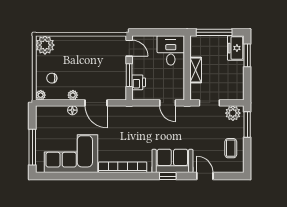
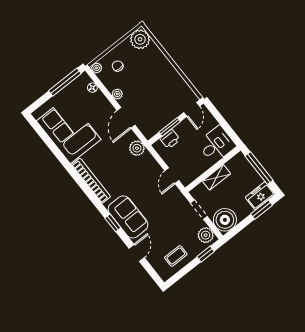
boiler: (233, 89) -> (225, 220), added
floor lamp: (72, 110) -> (92, 88), moved
plant: (126, 113) -> (137, 148), added
window: (247, 124) -> (206, 254), width x0.67
window: (32, 147) -> (65, 82), moved

